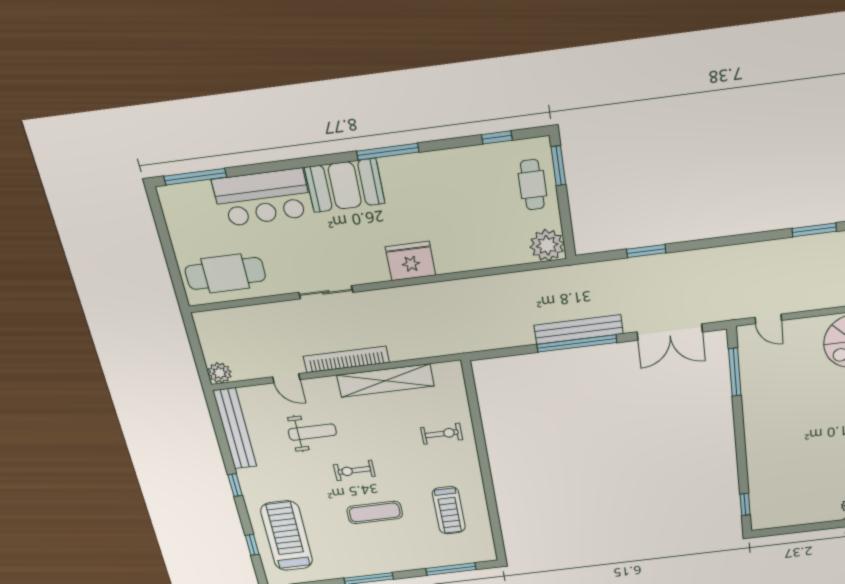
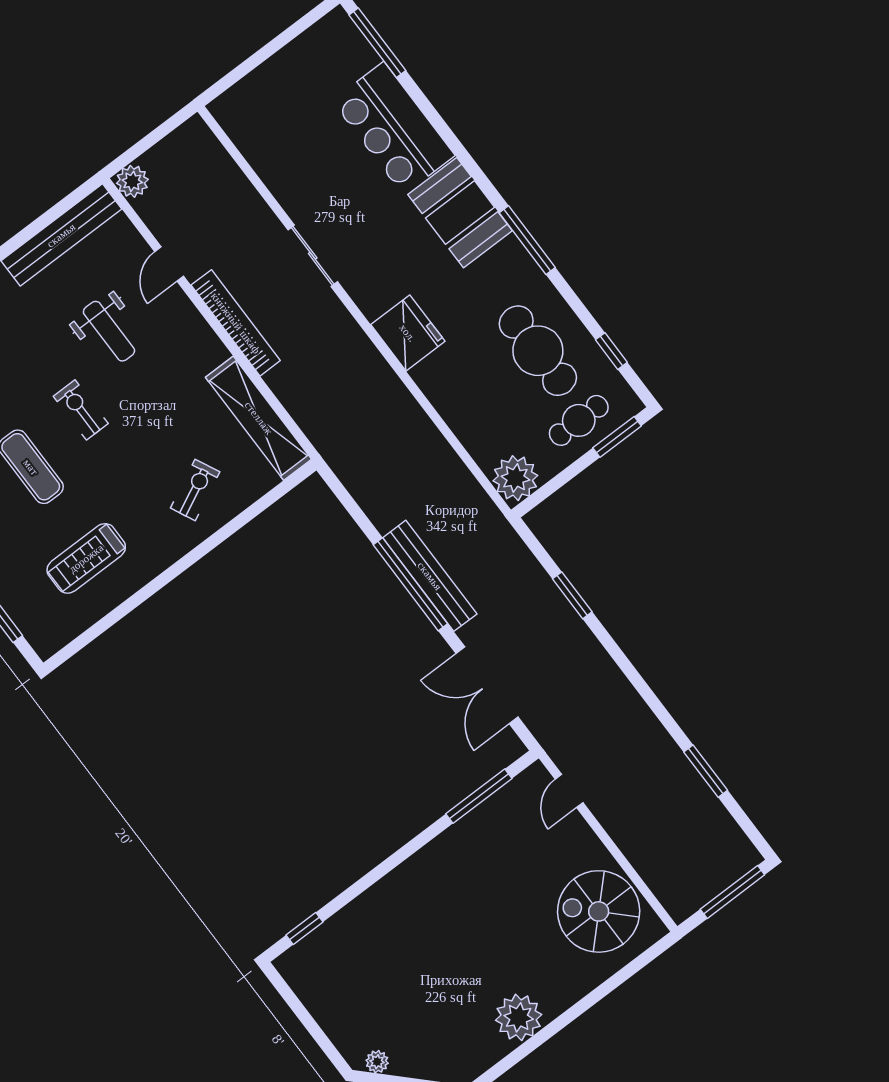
cafe table: (225, 273) -> (538, 351), moved
shelving: (385, 381) -> (259, 418), moved
exercise bike: (442, 434) -> (195, 490), turned -116

